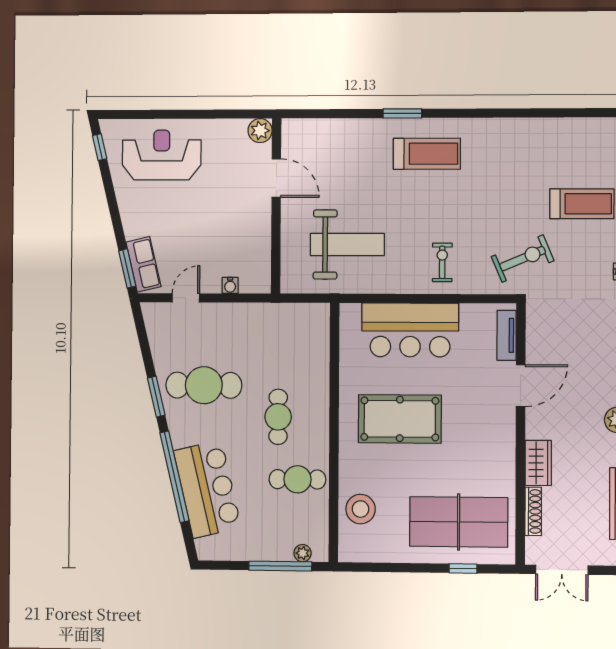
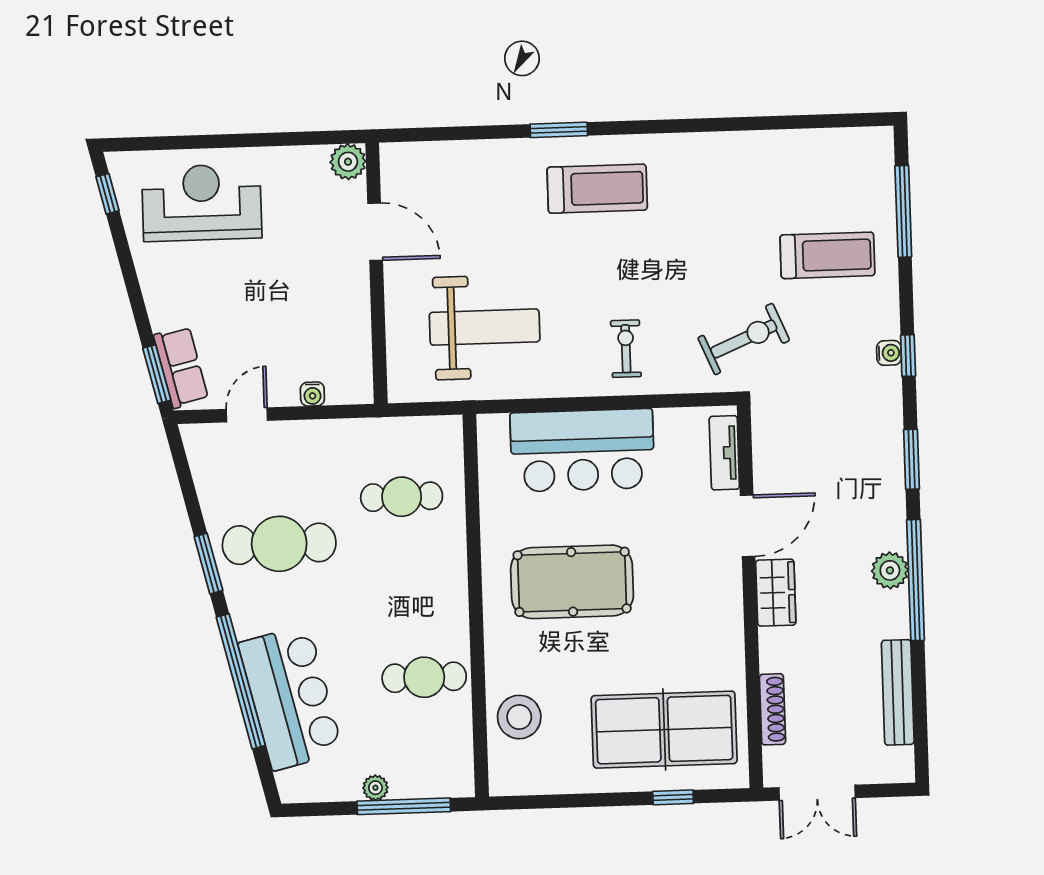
cafe table: (278, 417) -> (402, 497), moved, turned 90
wardrobe: (538, 463) -> (776, 593), moved
plant: (303, 553) -> (375, 788), moved

